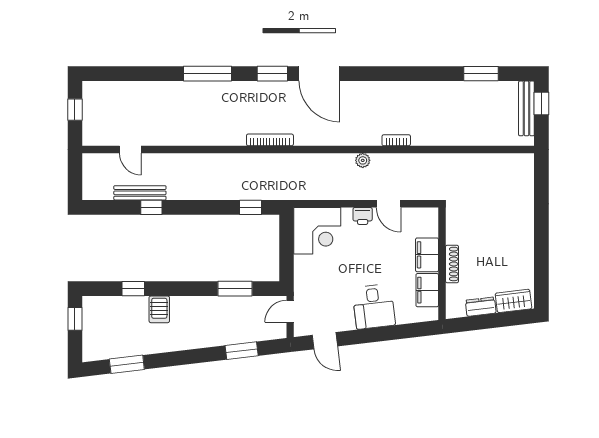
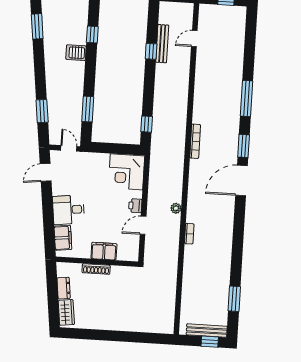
filing cabinet: (427, 290) -> (63, 238), moved, turned 83

